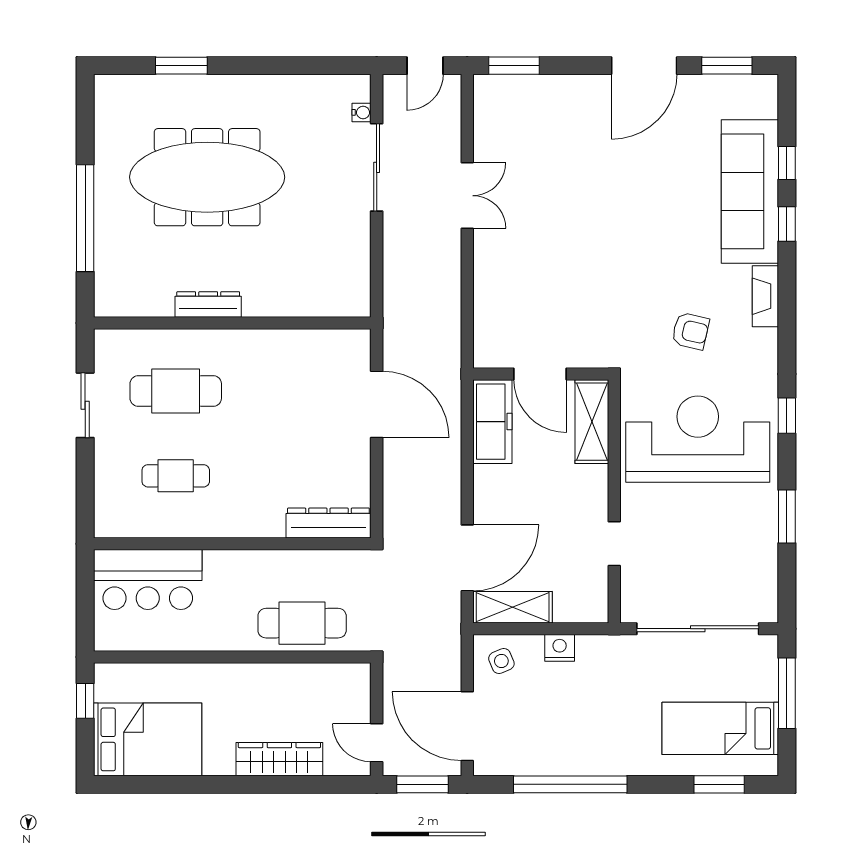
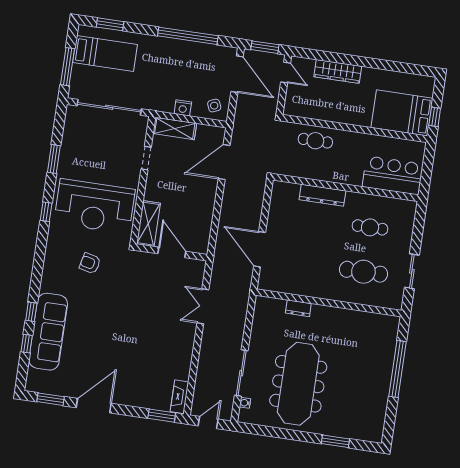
meeting table: (207, 177) -> (298, 384), moved, turned 90
double door: (467, 196) -> (203, 306), moved
fireplace: (765, 296) -> (179, 397), moved, turned 180
dresser: (208, 304) -> (298, 308), moved, width x0.70
freezer: (492, 422) -> (200, 231), removed
dresser: (328, 523) -> (322, 195), moved
shelving: (513, 607) -> (175, 128), moved
cafe table: (302, 623) -> (315, 141), width x0.73, depth x0.74
bed: (148, 739) -> (402, 113), moved

